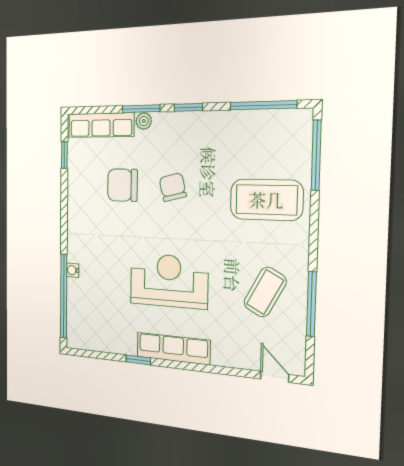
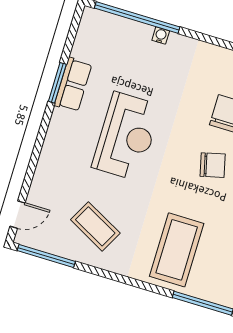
window: (311, 304) -> (46, 256), moved
row of seats: (173, 348) -> (73, 85), moved, width x0.68
window: (138, 360) -> (57, 83), width x1.50

